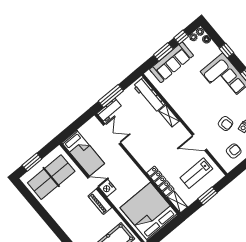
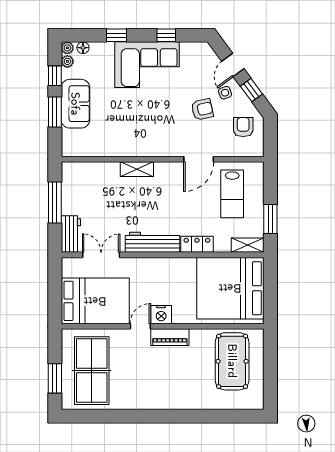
sofa: (172, 62) -> (75, 104), width x0.73
workbench: (149, 95) -> (152, 242), moved, turned 180
window: (111, 96) -> (55, 203), moved
bed: (83, 153) -> (95, 301), width x1.50
locker: (160, 181) -> (197, 244), width x0.66
window: (208, 196) -> (270, 219), moved

